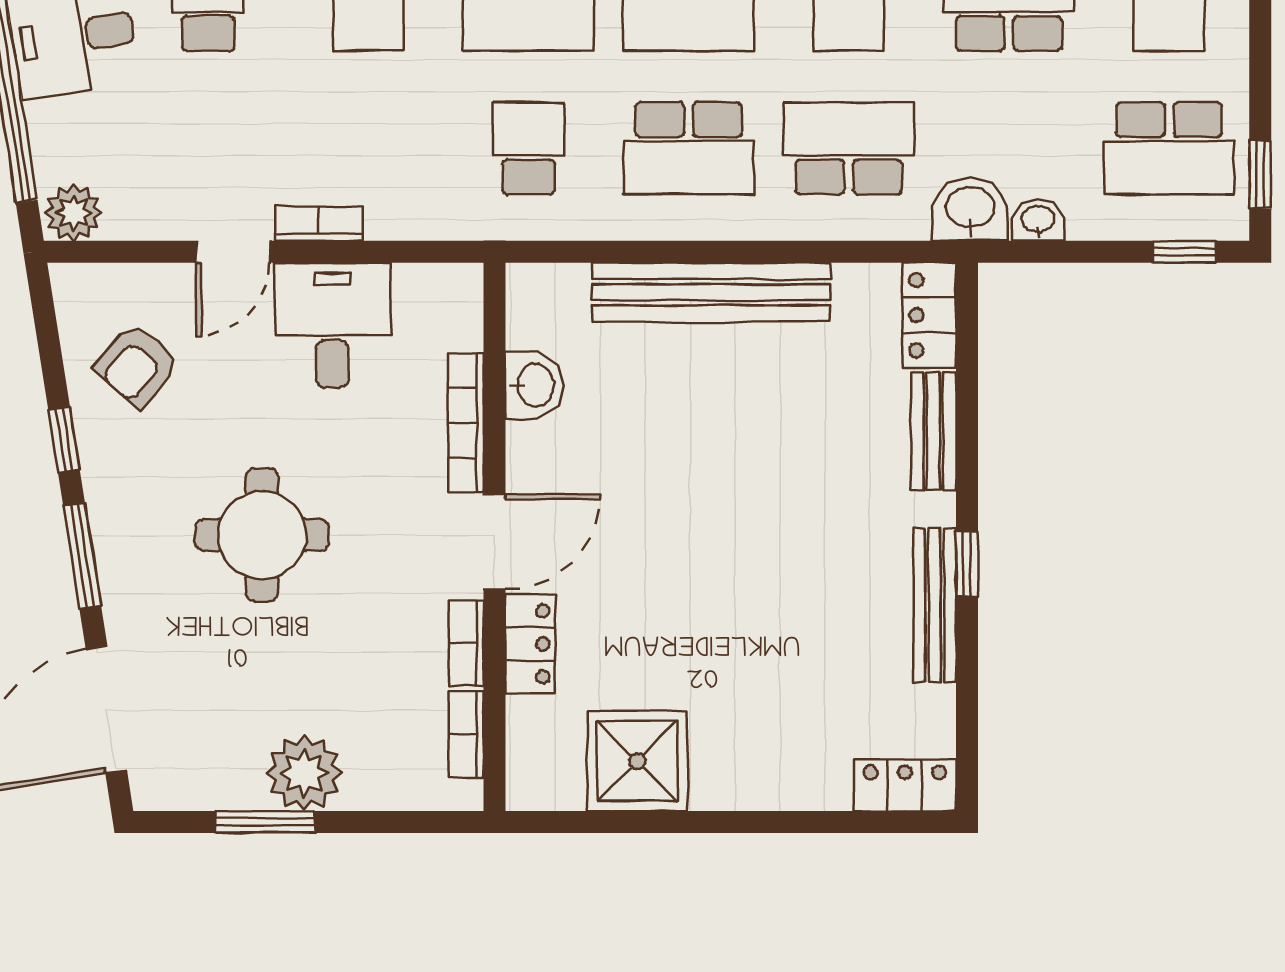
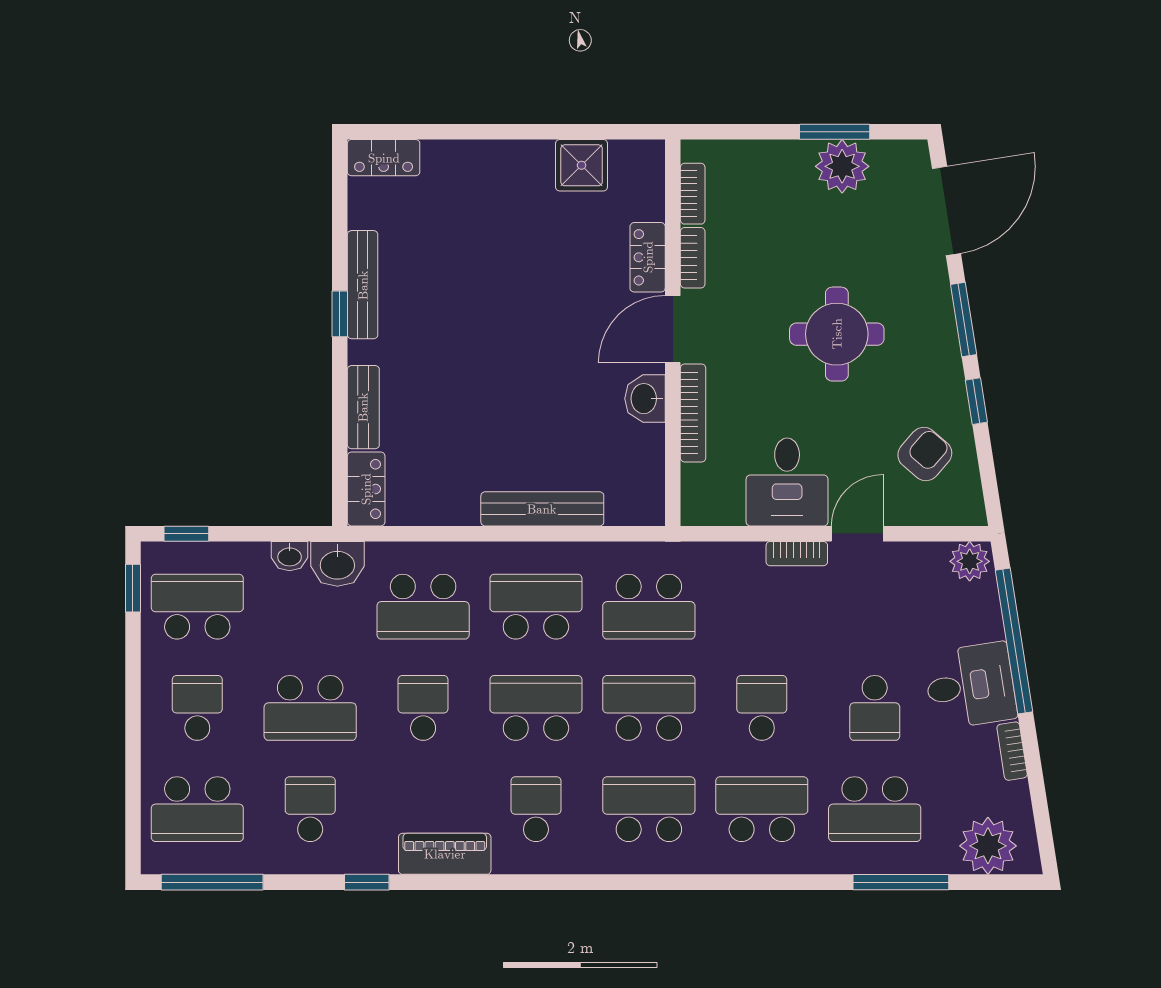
school desk: (528, 148) -> (649, 607), width x1.85
bench: (711, 292) -> (542, 509), width x0.73, depth x0.82
washbasin: (534, 385) -> (645, 399), moved
shower: (637, 761) -> (582, 165), width x0.73, depth x0.73
plant: (304, 773) -> (842, 166), moved

